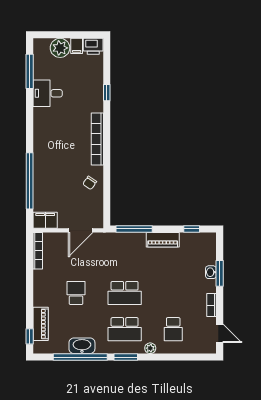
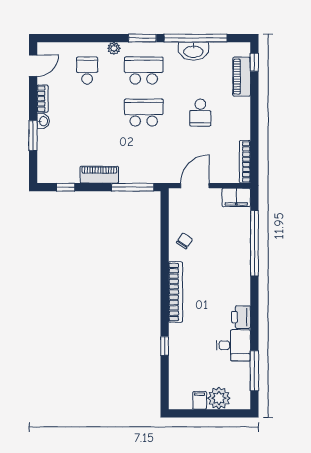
printer: (93, 46) -> (241, 317), moved, turned -90
washbasin: (211, 272) -> (43, 121), moved
door: (220, 333) -> (33, 66), swing flipped

